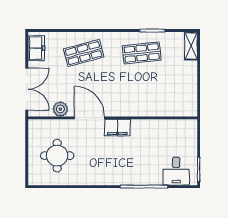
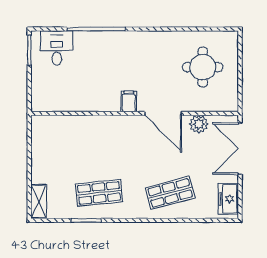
filing cabinet: (117, 128) -> (129, 101), width x0.50

